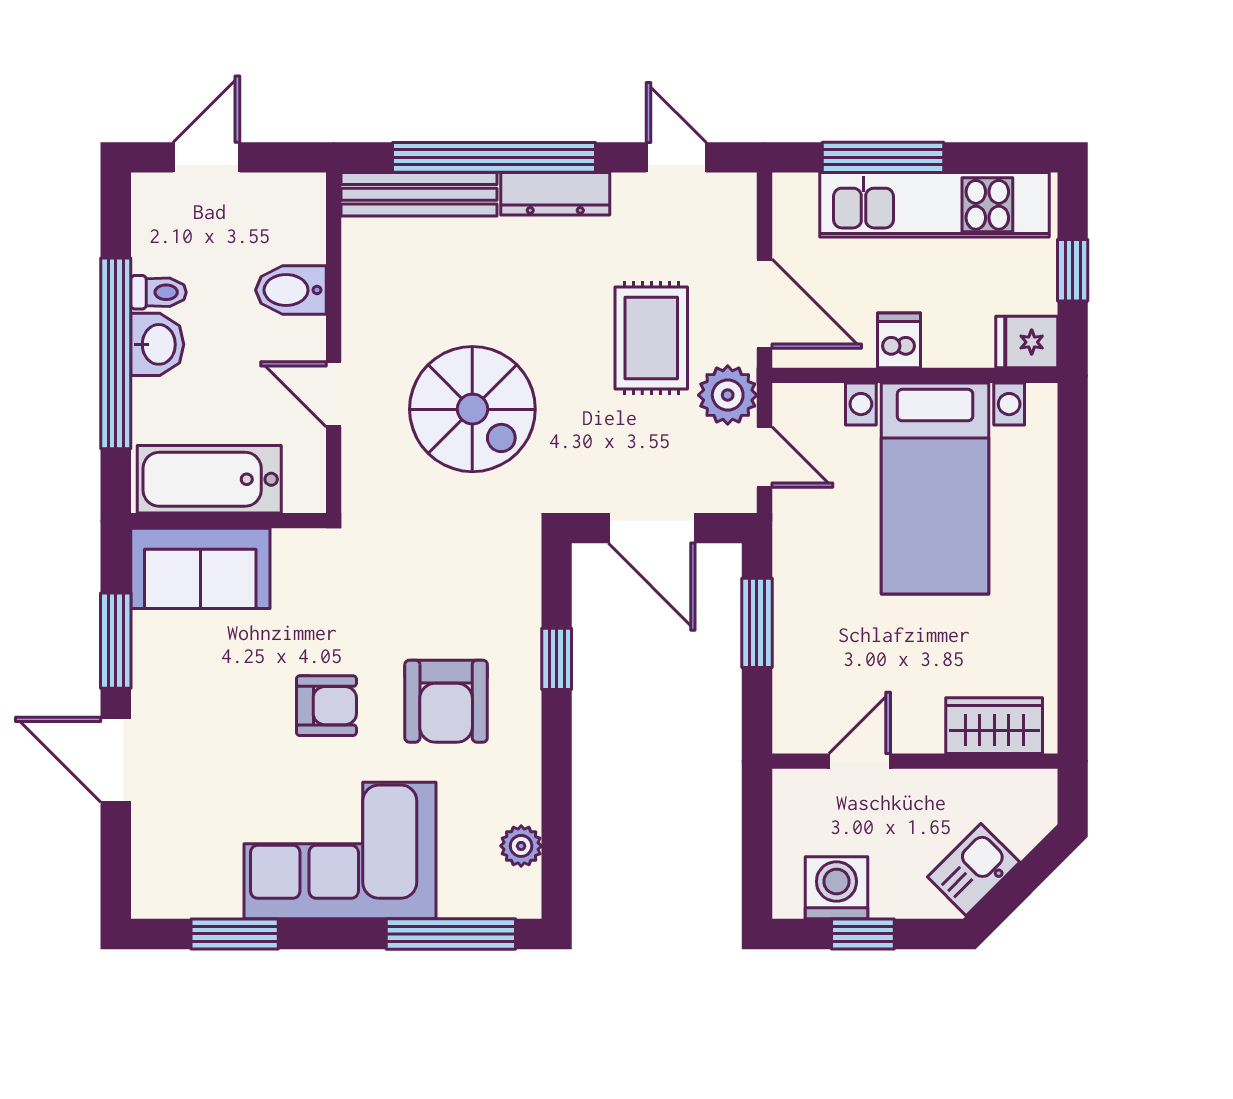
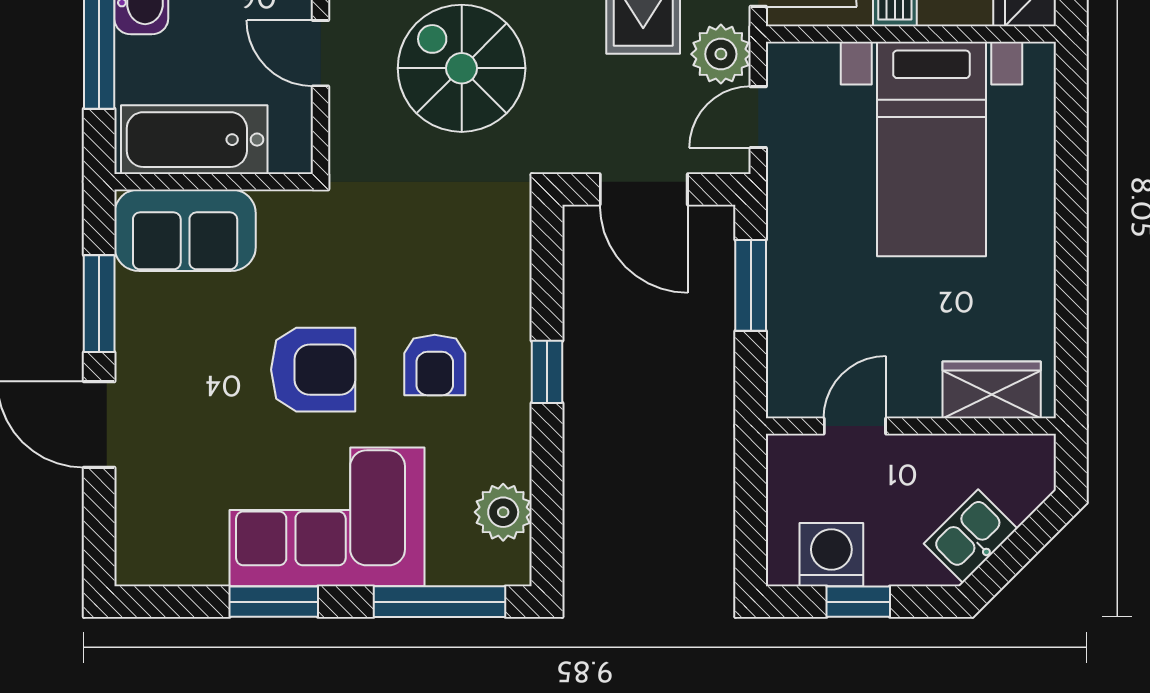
spiral stairs: (472, 409) -> (462, 68), turned 180
door: (765, 457) -> (758, 117), swing flipped
window: (557, 659) -> (547, 372), moved
armchair: (446, 701) -> (435, 365), width x0.72, depth x0.72
armchair: (326, 706) -> (313, 370), width x1.38, depth x1.38
plant: (521, 846) -> (503, 512), width x1.38, depth x1.38
window: (235, 934) -> (274, 602), moved

